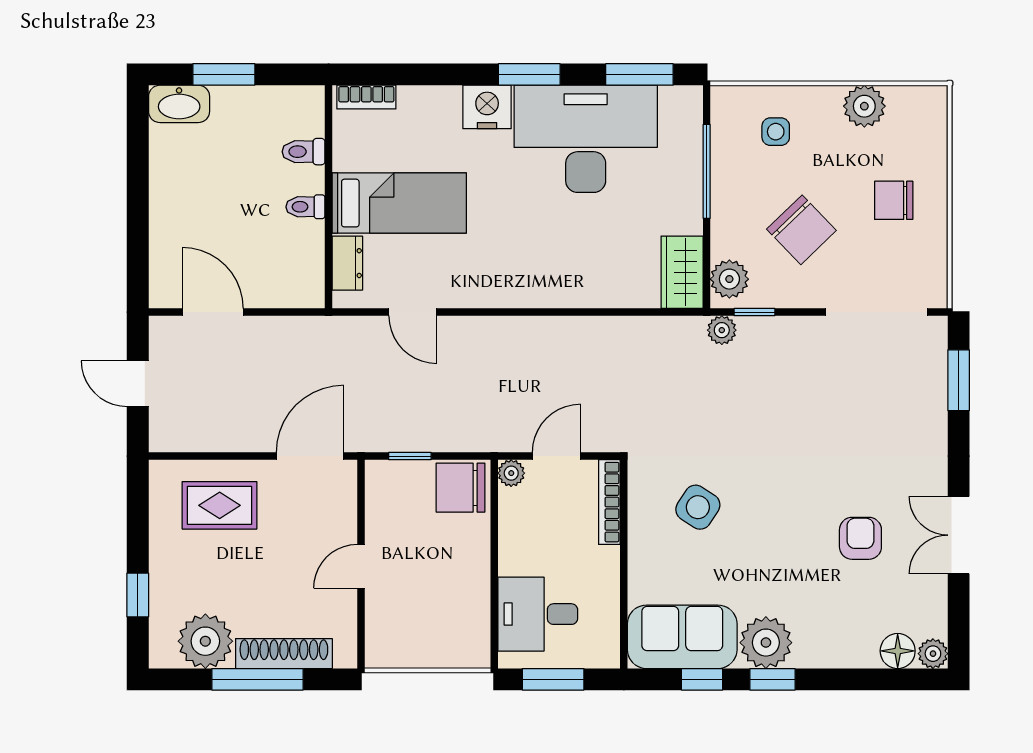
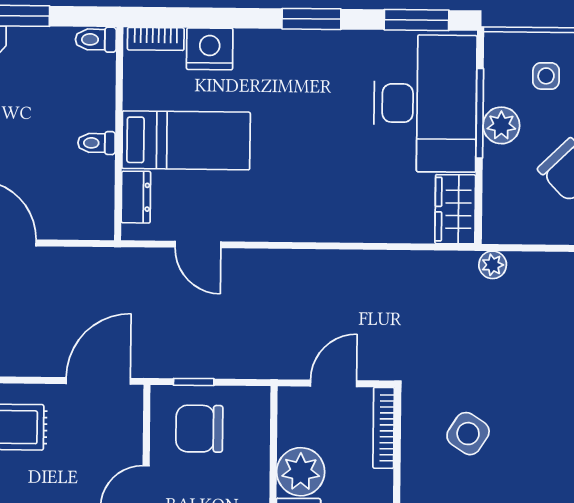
nightstand: (487, 107) -> (210, 49), moved
desk: (586, 139) -> (425, 103), moved, turned 90
toilet: (304, 152) -> (96, 40), moved
plant: (729, 279) -> (501, 125), moved
window: (754, 312) -> (524, 248), removed
plant: (511, 473) -> (301, 472), moved, width x1.87, depth x1.87
chair: (460, 488) -> (199, 429), moved

